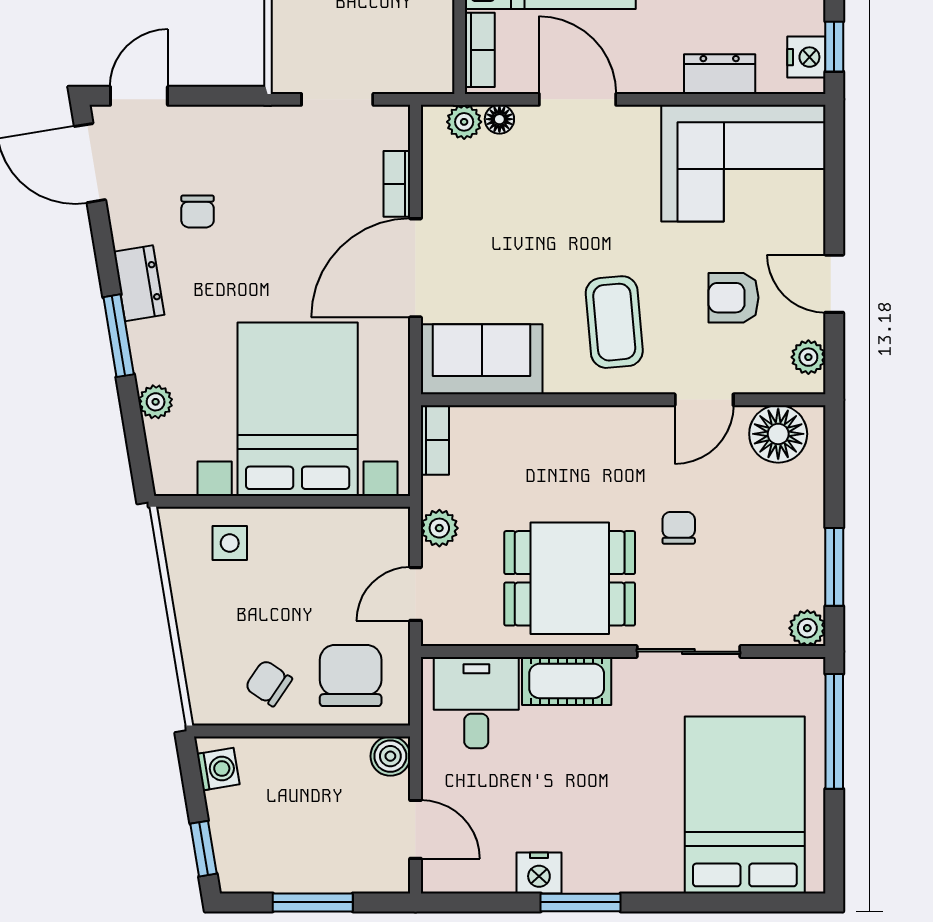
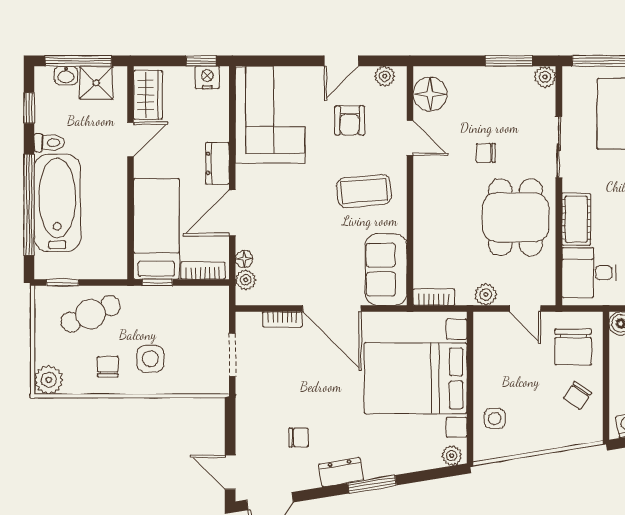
dresser: (720, 74) -> (217, 163), moved
plant: (156, 402) -> (452, 456), moved
chair: (351, 676) -> (573, 347), turned -90

